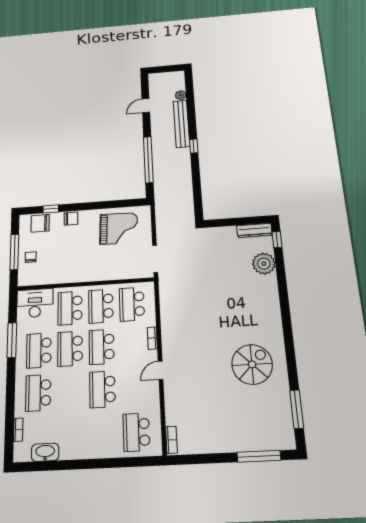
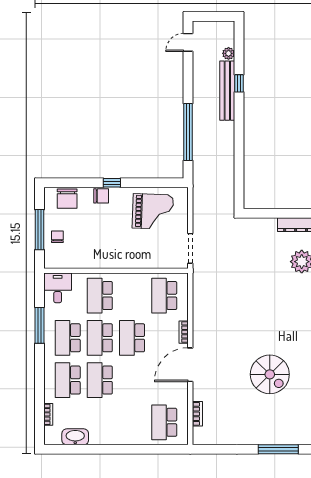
door: (146, 106) -> (188, 42), moved
window: (194, 146) -> (239, 83), moved
window: (51, 209) -> (112, 183), moved
chair: (40, 223) -> (67, 199), turned -90
desk: (35, 303) -> (58, 288), width x0.73
school desk: (101, 306) -> (132, 296), removed
spiral stairs: (252, 364) -> (270, 374), moved, turned 90
door: (161, 370) -> (190, 365), width x1.87
school desk: (102, 389) -> (100, 380), moved
bookcase: (171, 440) -> (197, 414), moved

